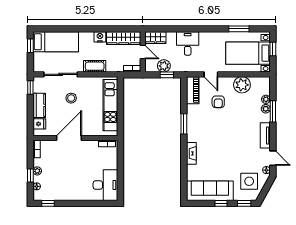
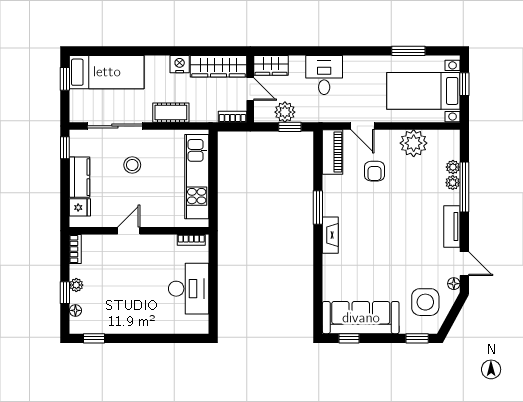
window: (273, 111) -> (464, 187), width x1.44
door: (69, 138) -> (129, 231), width x0.53
fireplace: (191, 153) -> (330, 235), moved
desk: (105, 185) -> (189, 289), moved
window: (221, 203) -> (349, 338), moved

